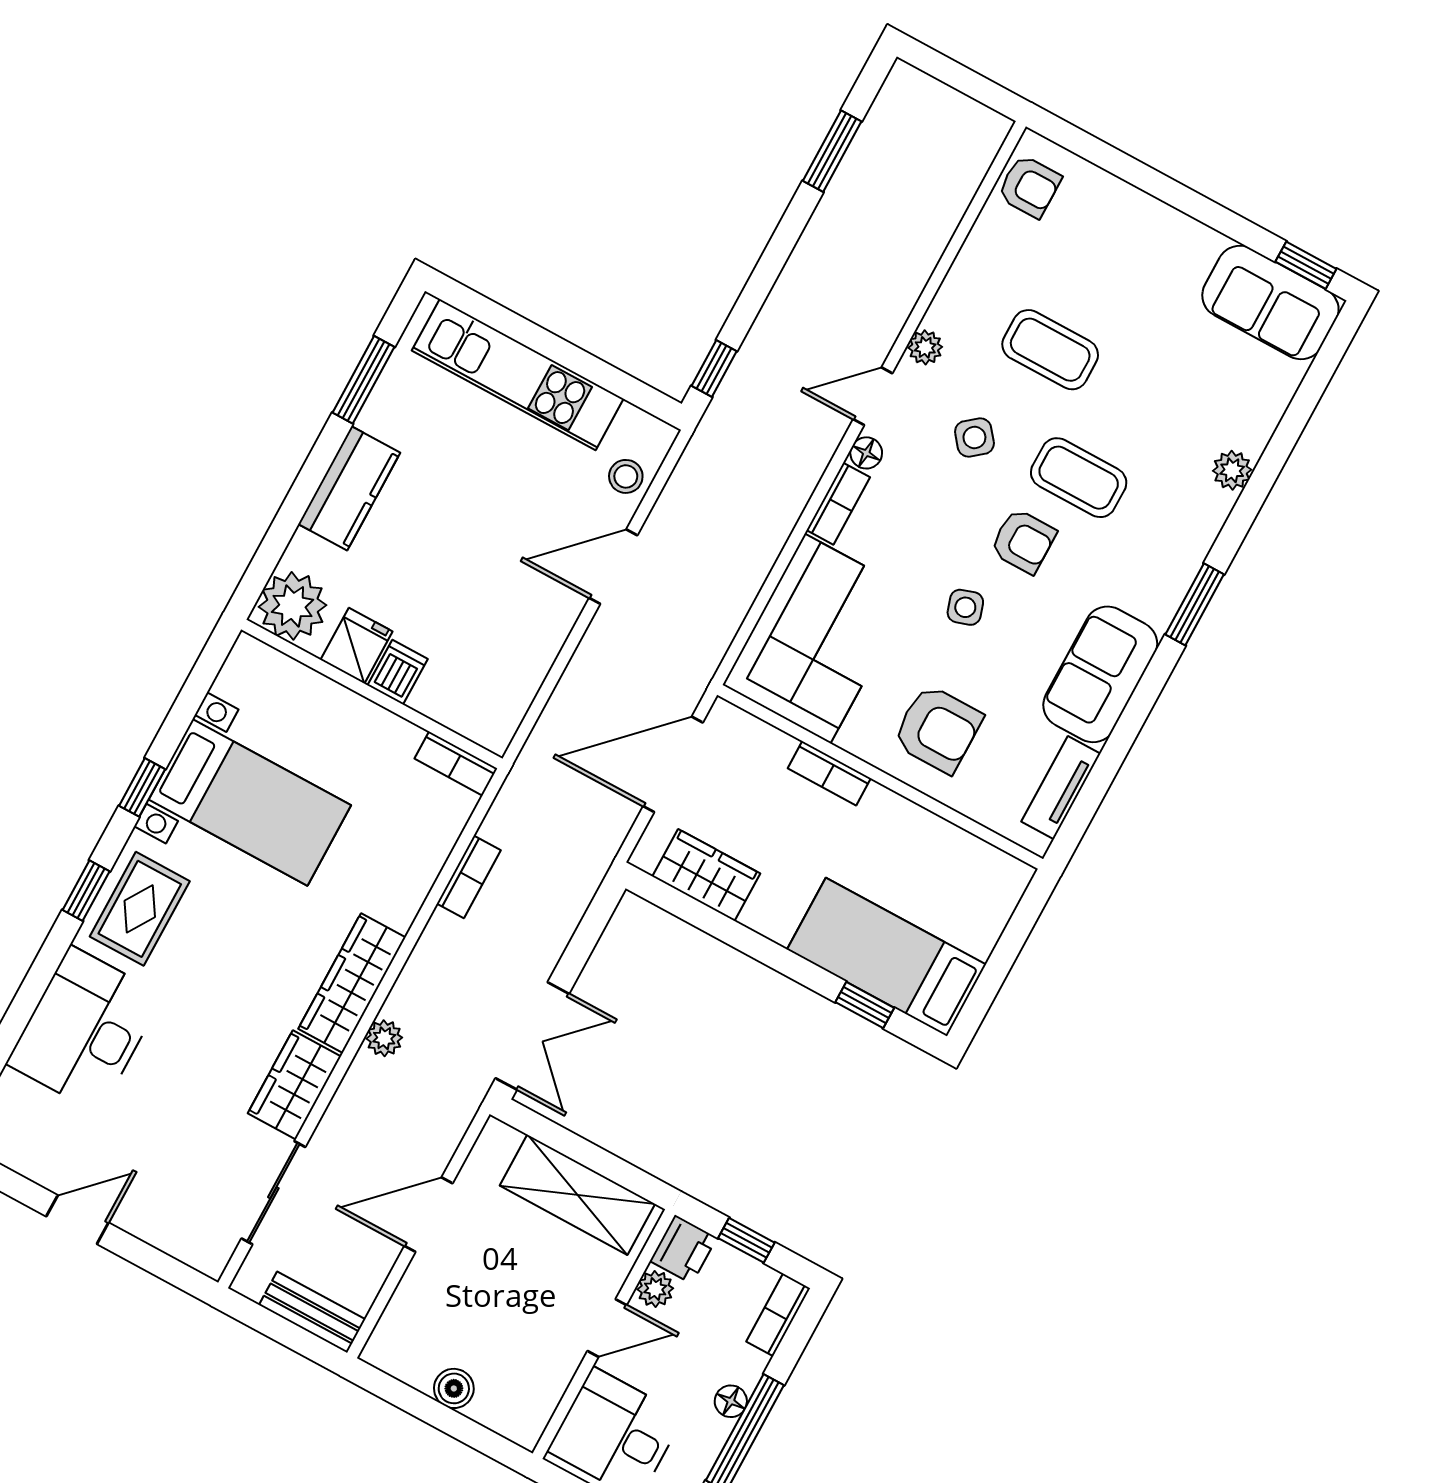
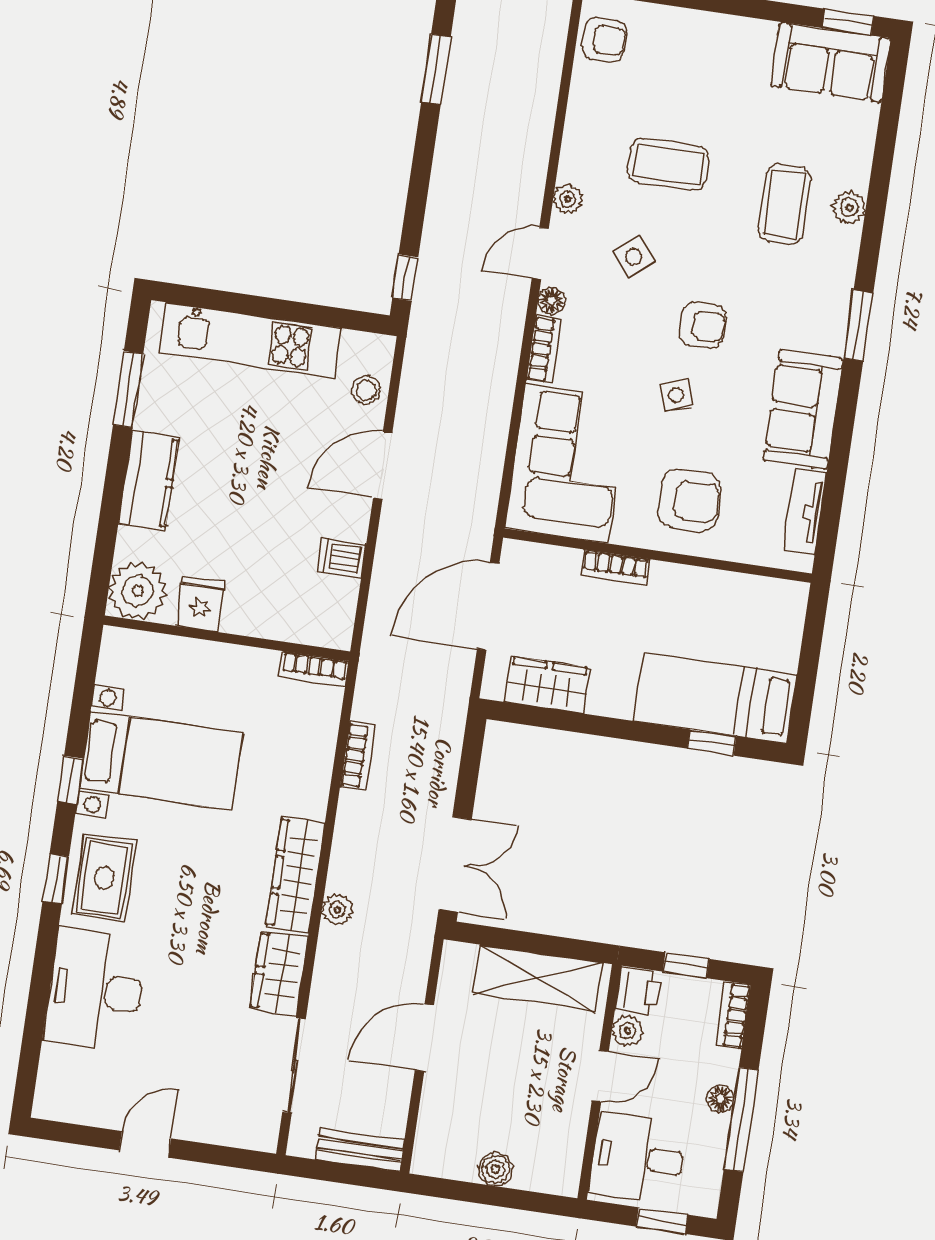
coffee table: (1079, 478) -> (784, 204), moved, turned 90
dishwasher: (398, 672) -> (342, 558), moved, turned -90

